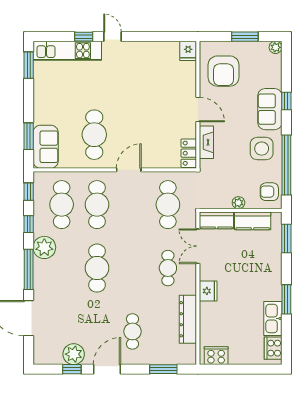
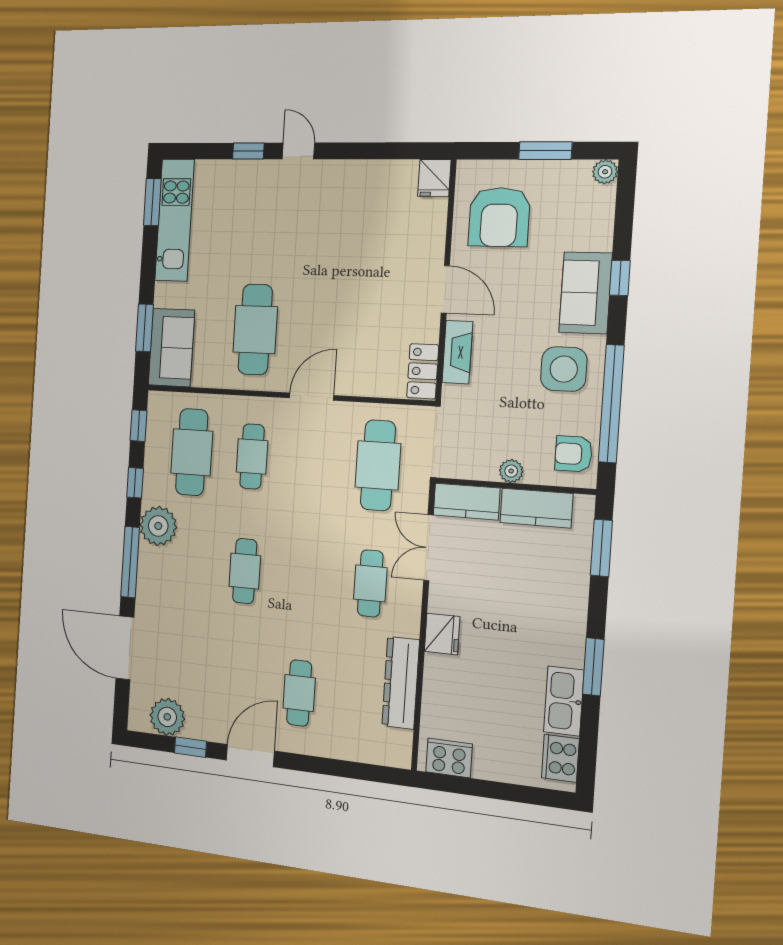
kitchen unit: (67, 51) -> (175, 220), moved, turned -90
cafe table: (97, 205) -> (252, 456), width x0.73, depth x0.74
cafe table: (97, 268) -> (245, 571), width x0.73, depth x0.74
plant: (74, 354) -> (167, 717), moved
window: (163, 369) -> (350, 770), removed

